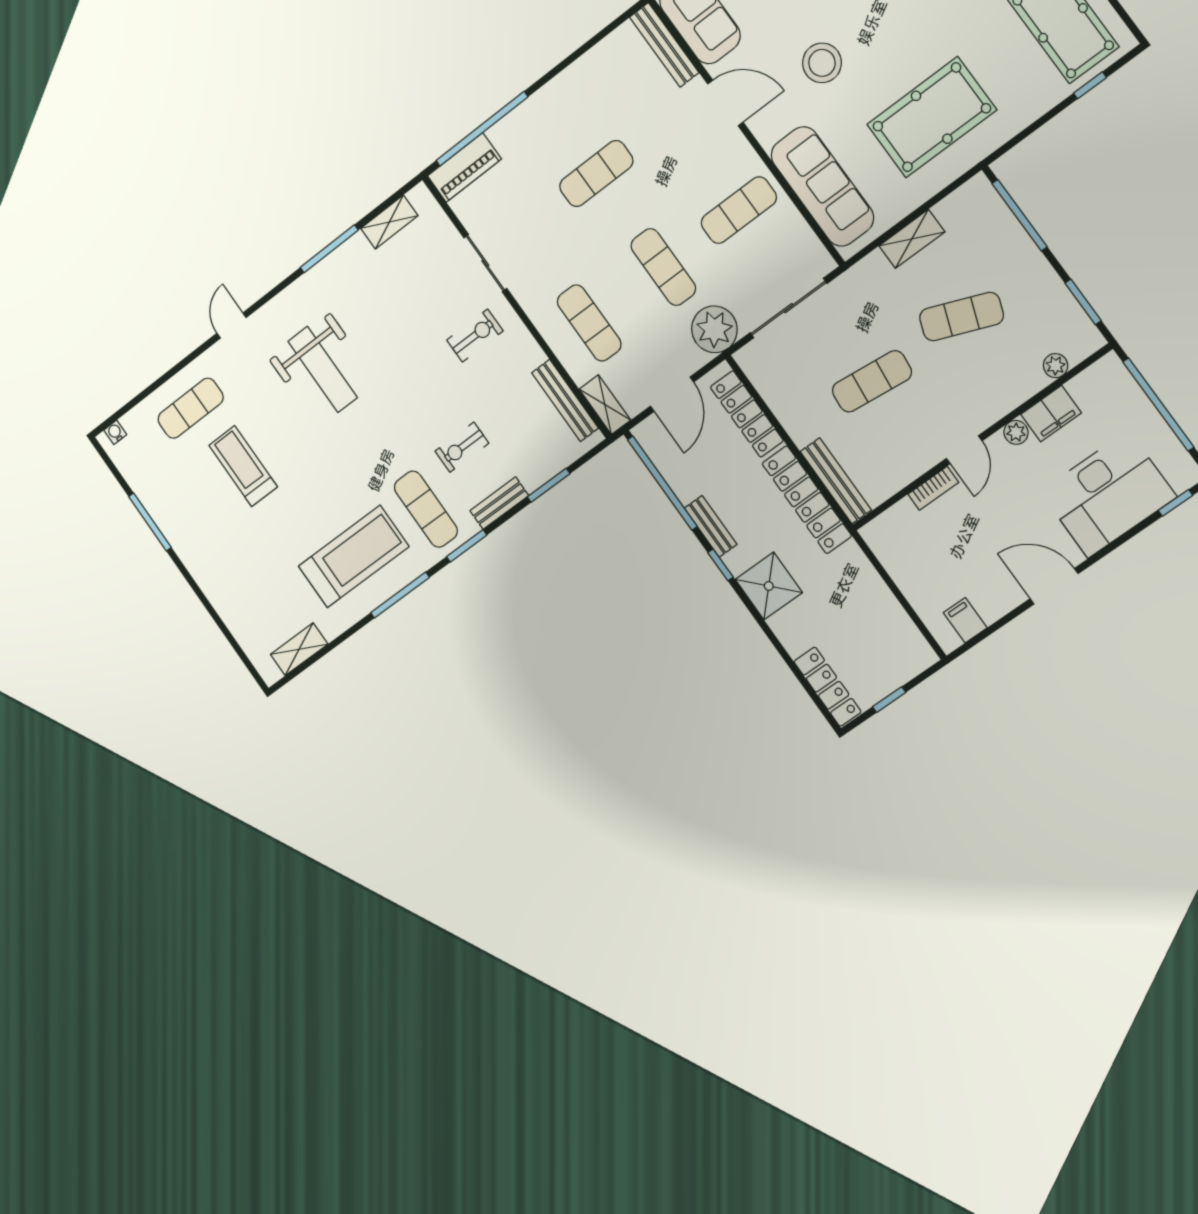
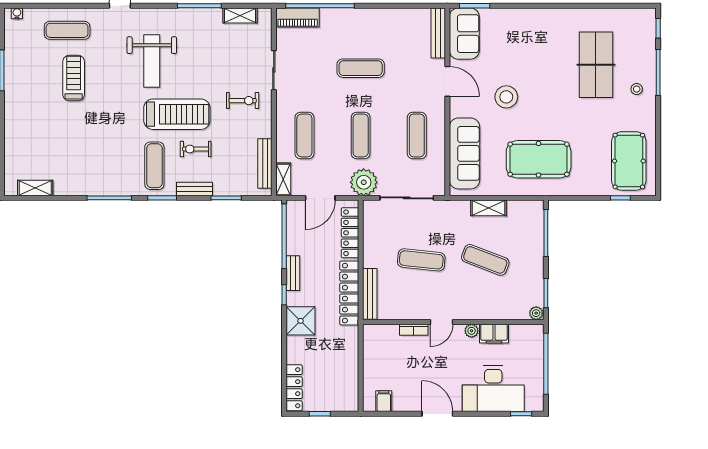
exercise mat: (739, 210) -> (417, 135), turned 90
plant: (1056, 366) -> (536, 313), moved
treadmill: (354, 556) -> (177, 114), moved

